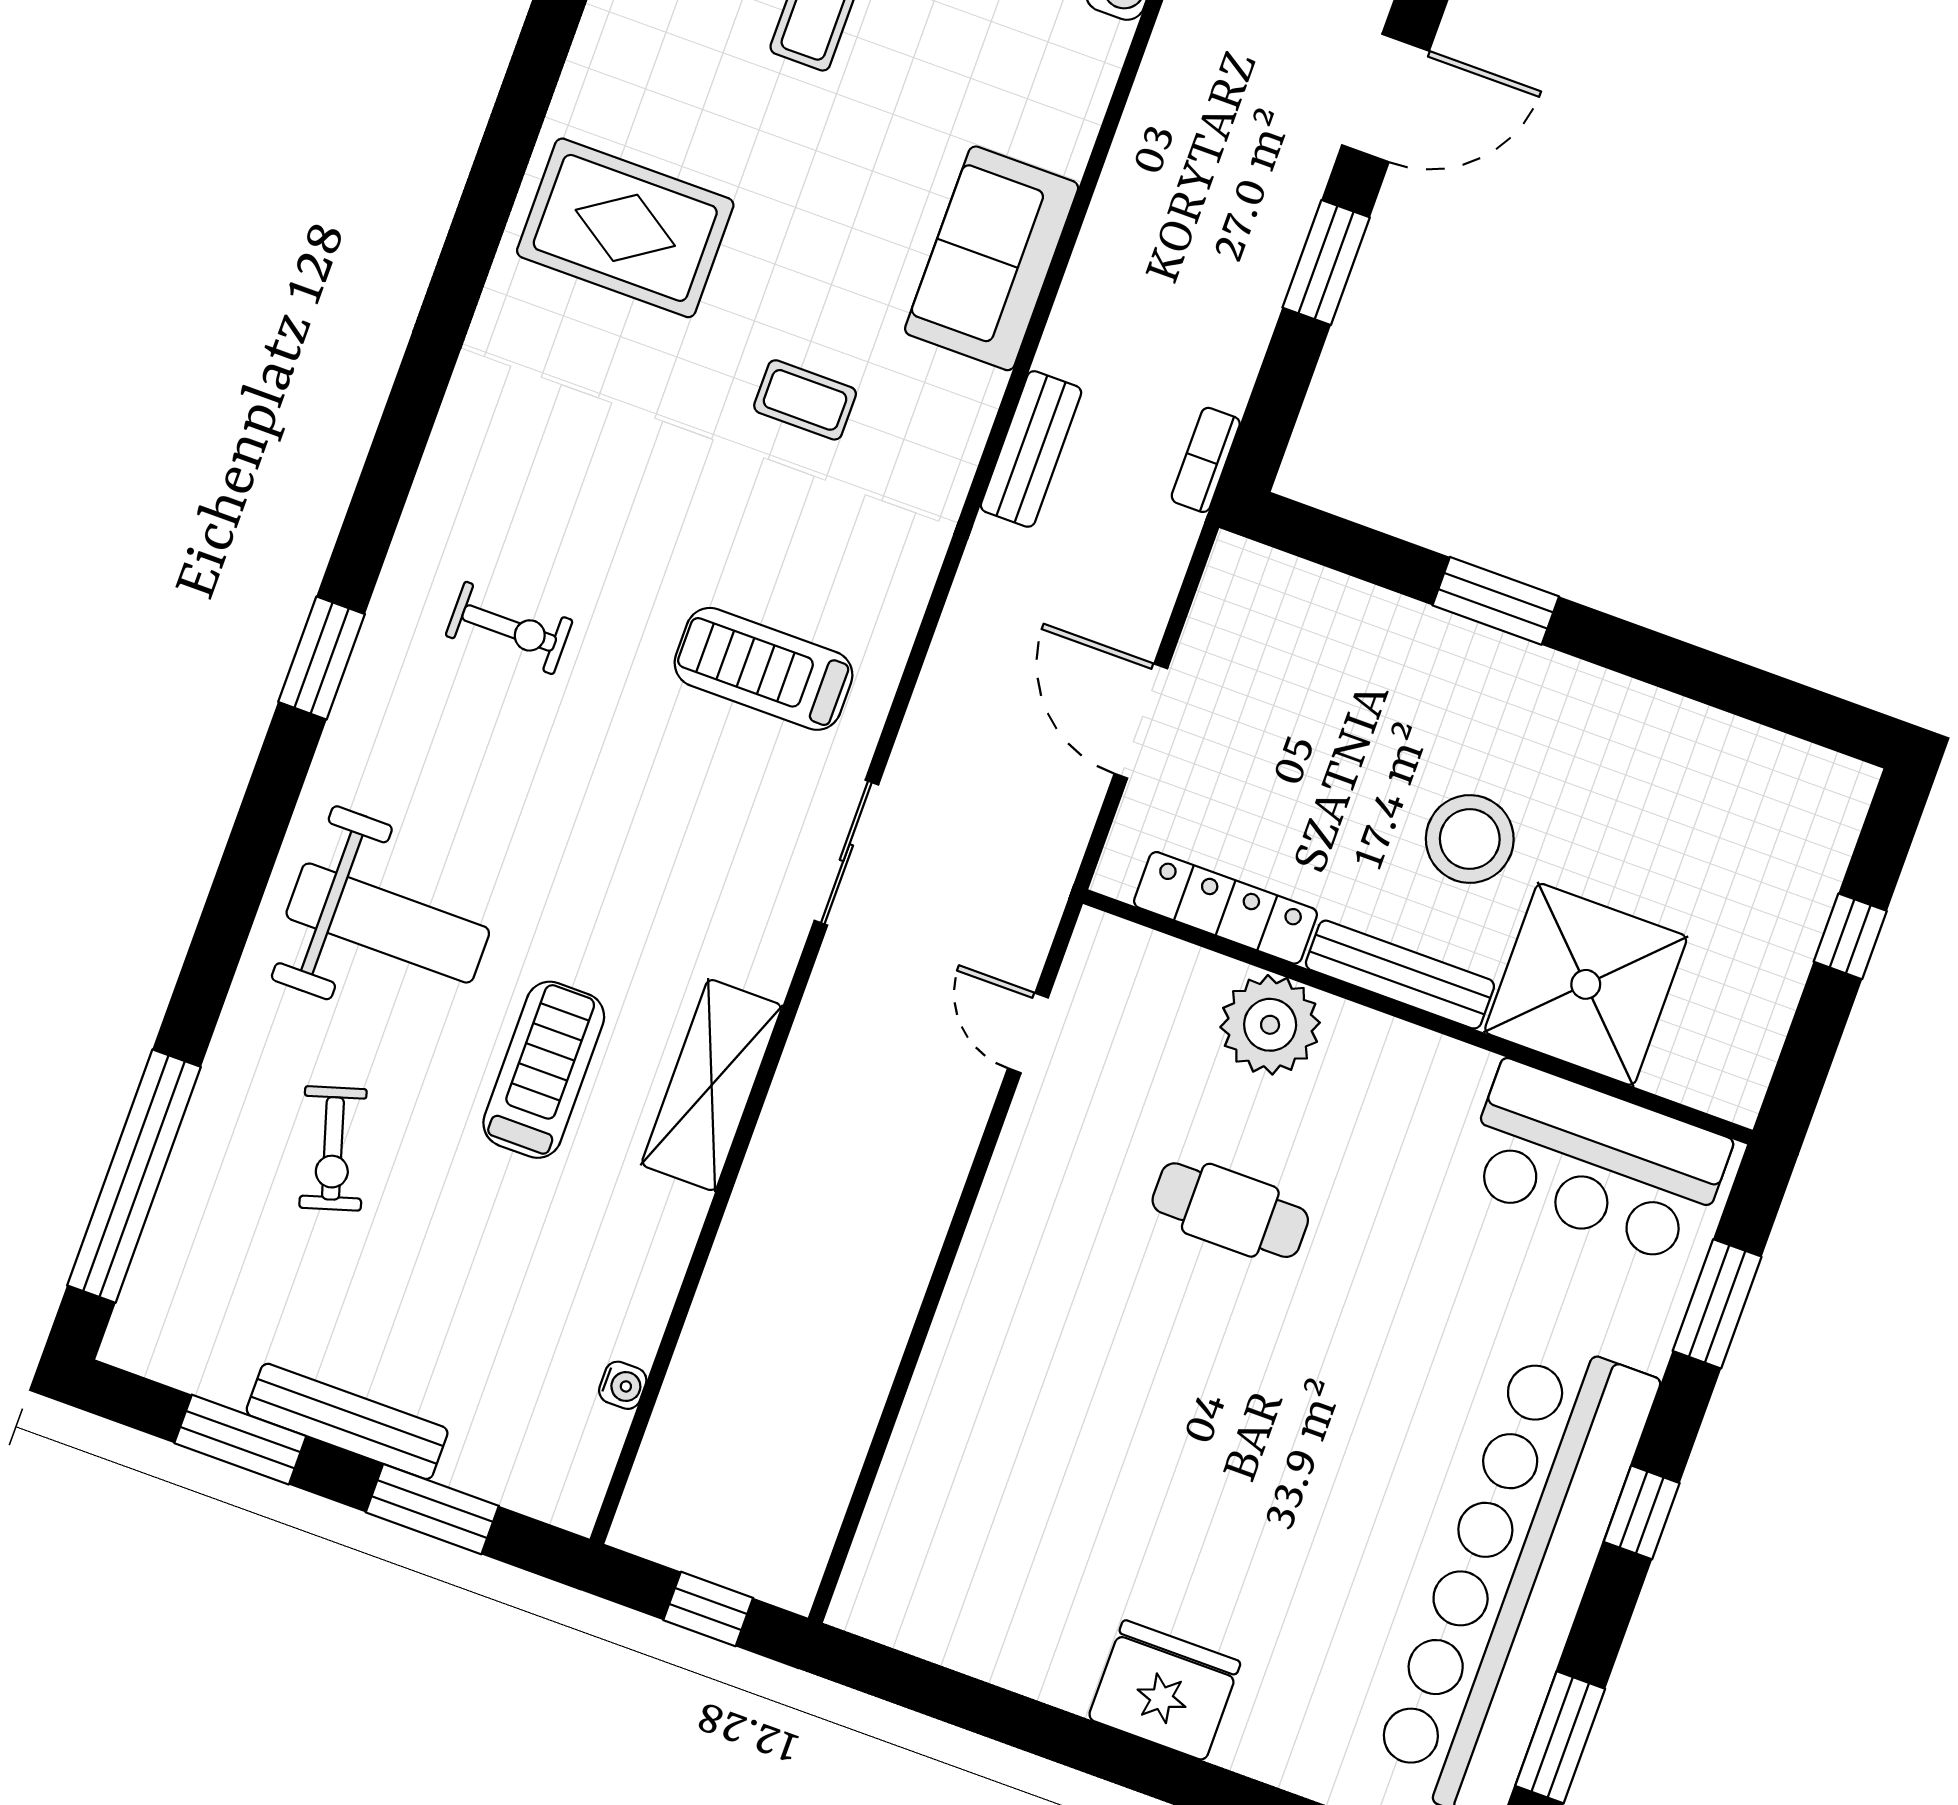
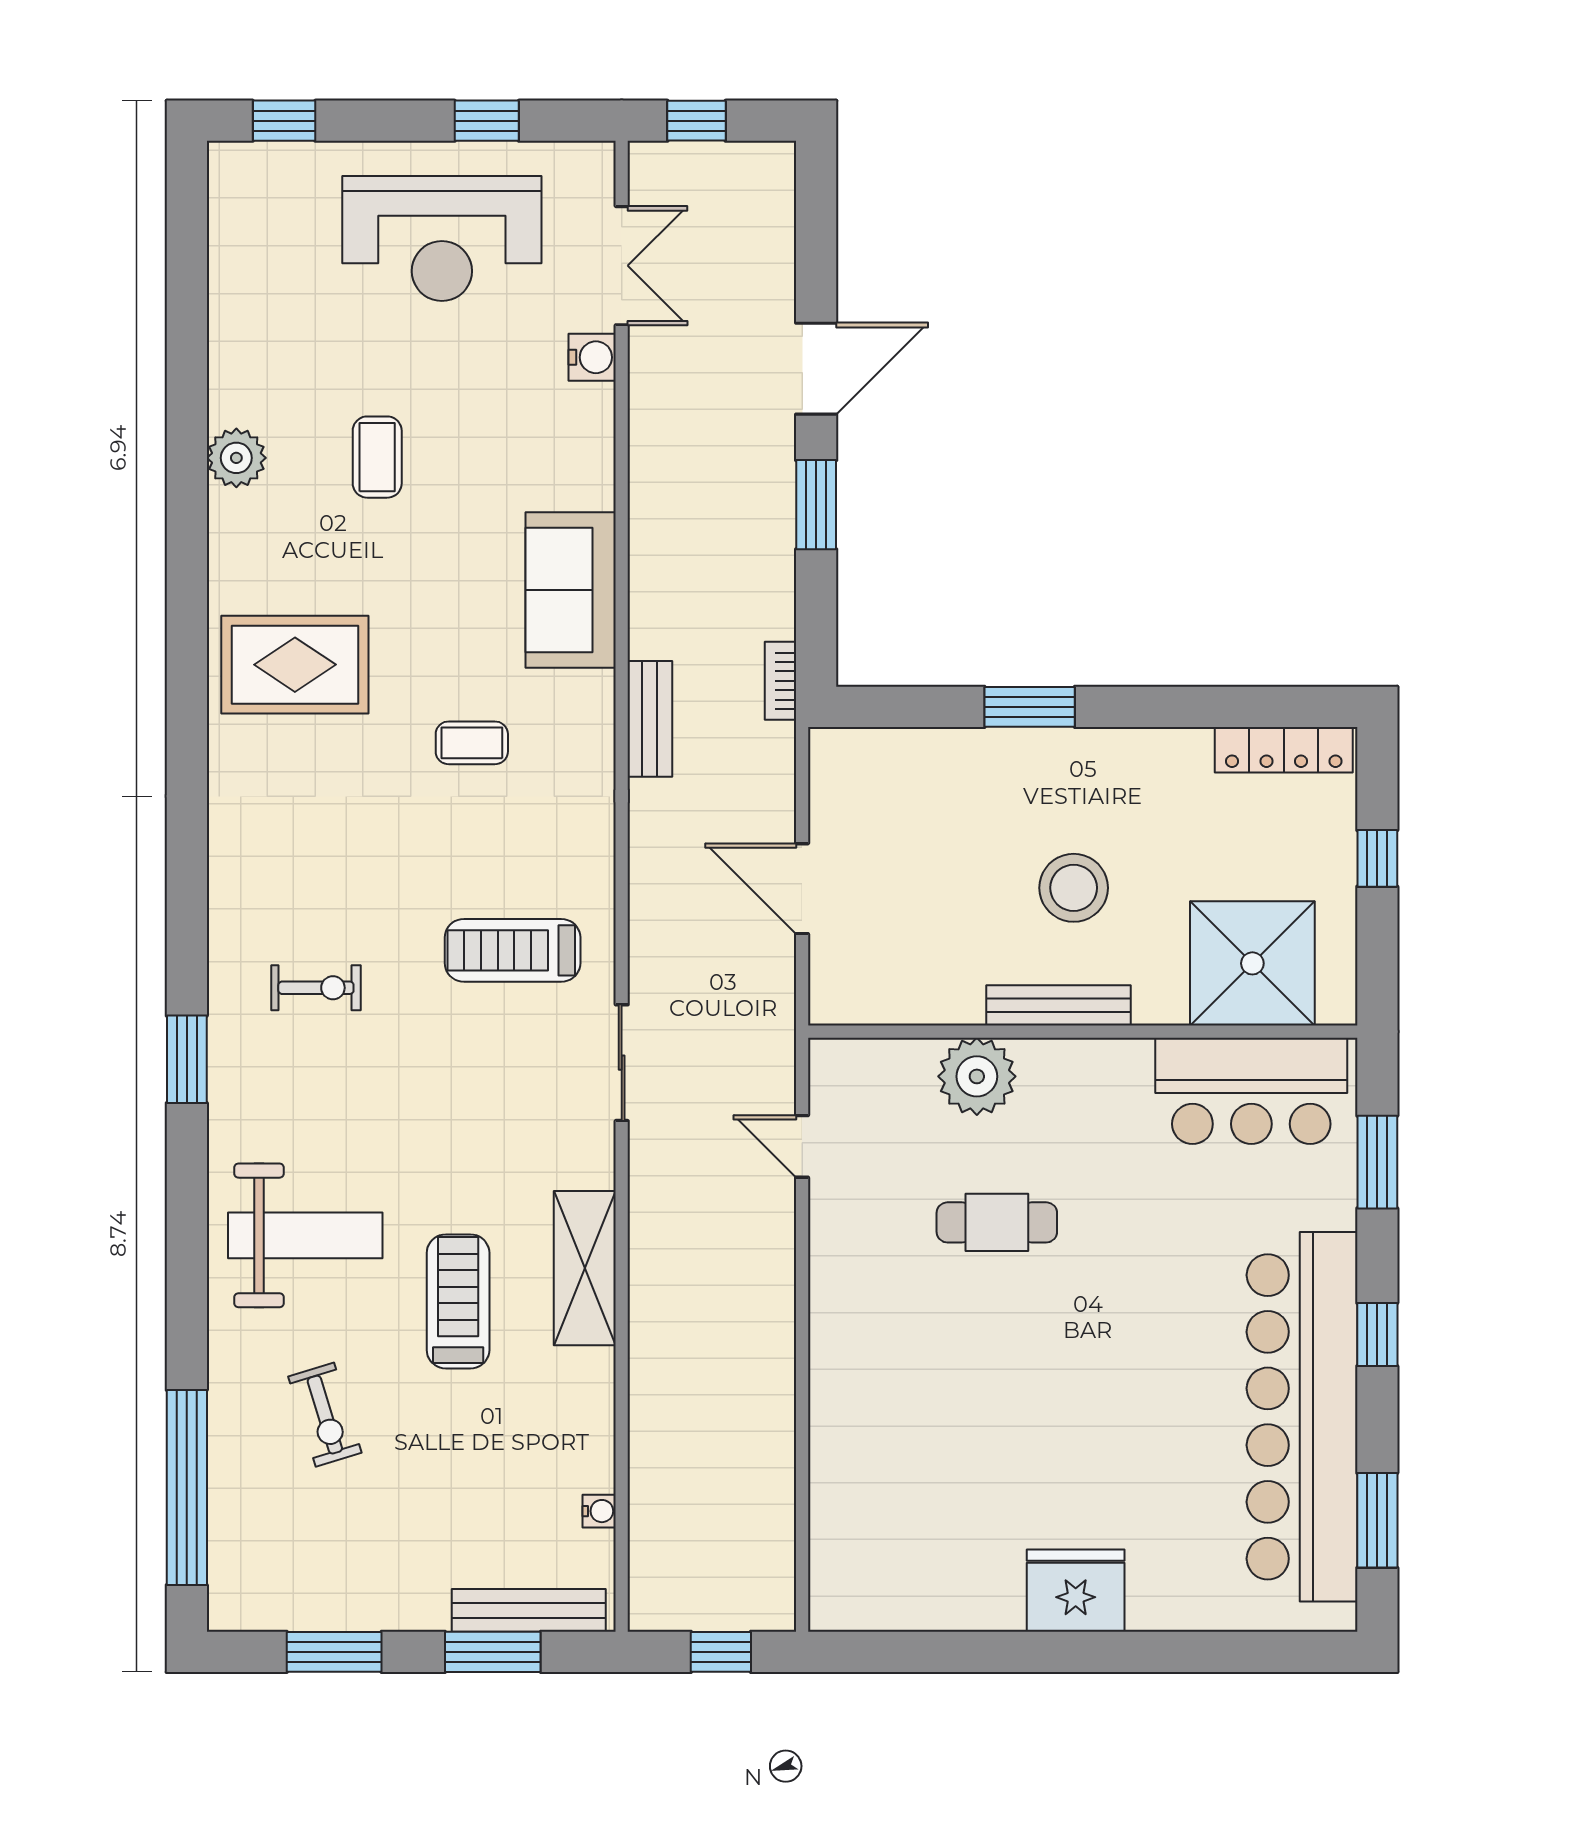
locker: (1226, 908) -> (1284, 750), moved, turned 180
shower: (1586, 984) -> (1252, 963), moved
bench: (347, 1421) -> (529, 1610), moved

